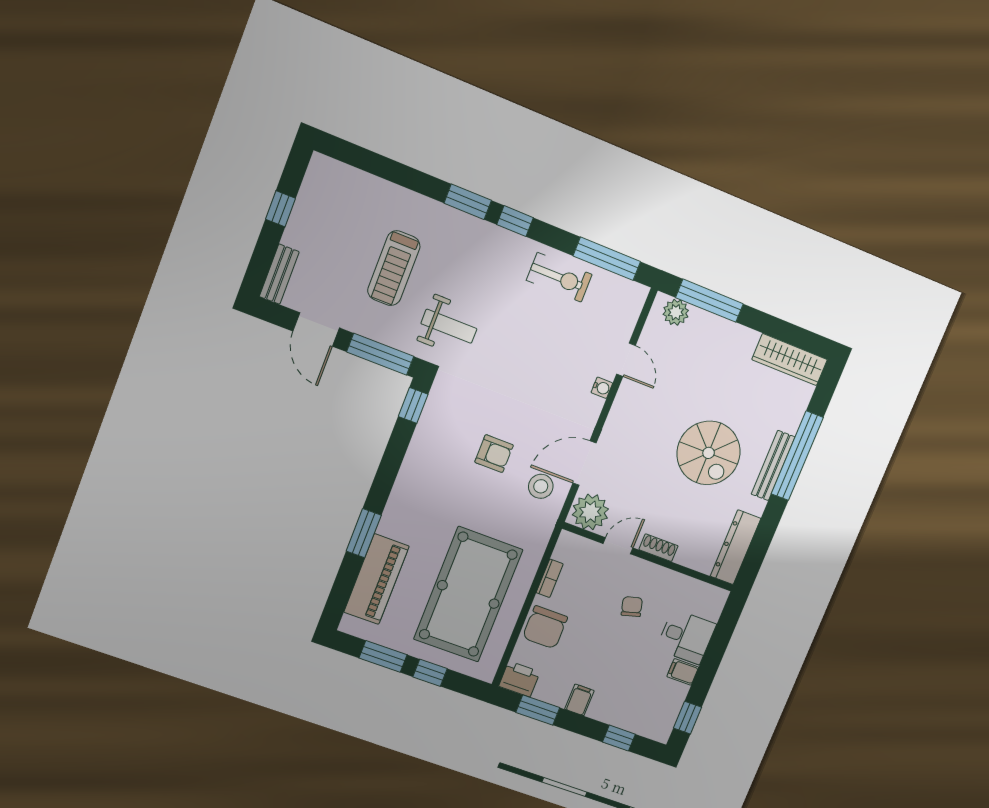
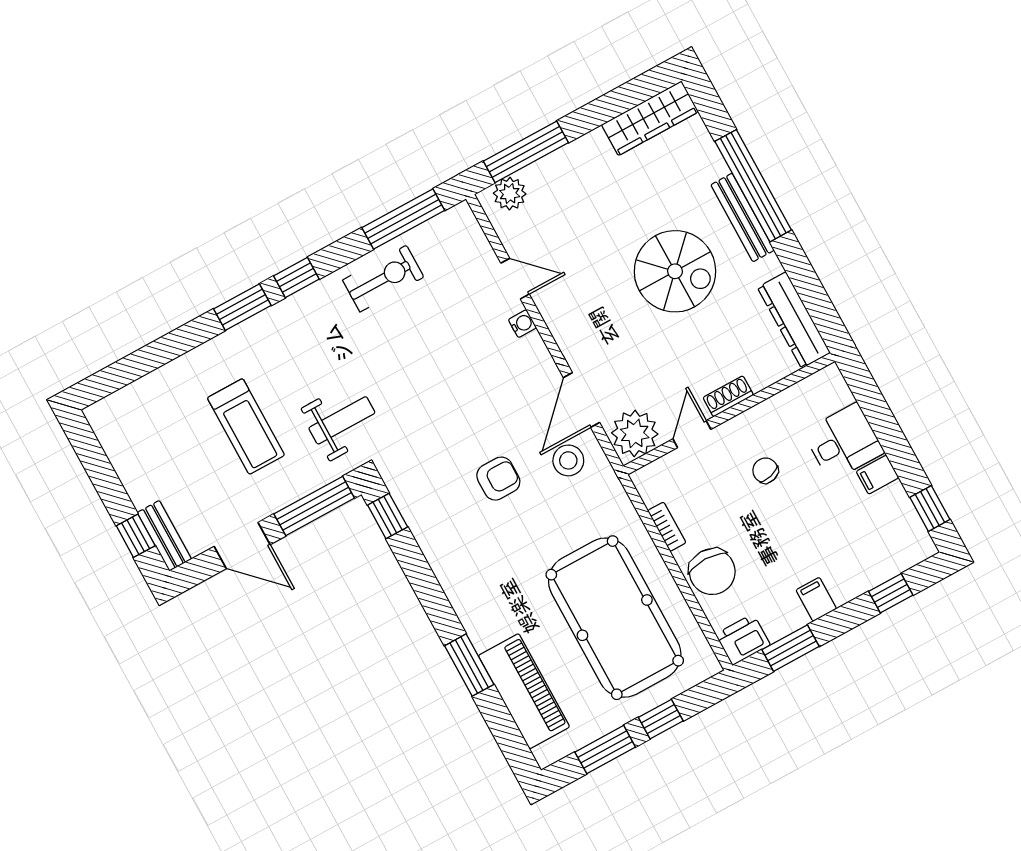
window: (280, 209) -> (136, 536), moved

